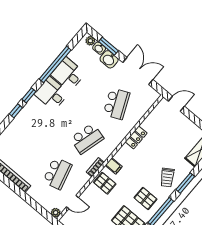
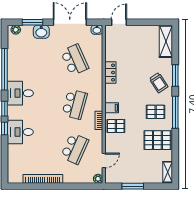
washbasin: (99, 48) -> (97, 30), moved
desk: (68, 74) -> (20, 132), moved
school desk: (57, 173) -> (75, 149), turned 39

